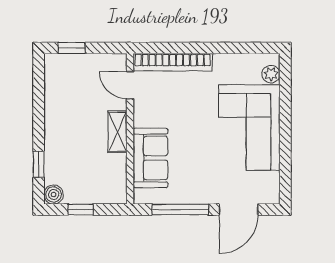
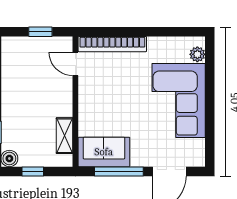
window: (72, 48) -> (40, 32), moved
shelving: (117, 132) -> (65, 136), moved
sofa: (150, 158) -> (104, 152), moved, turned -90

